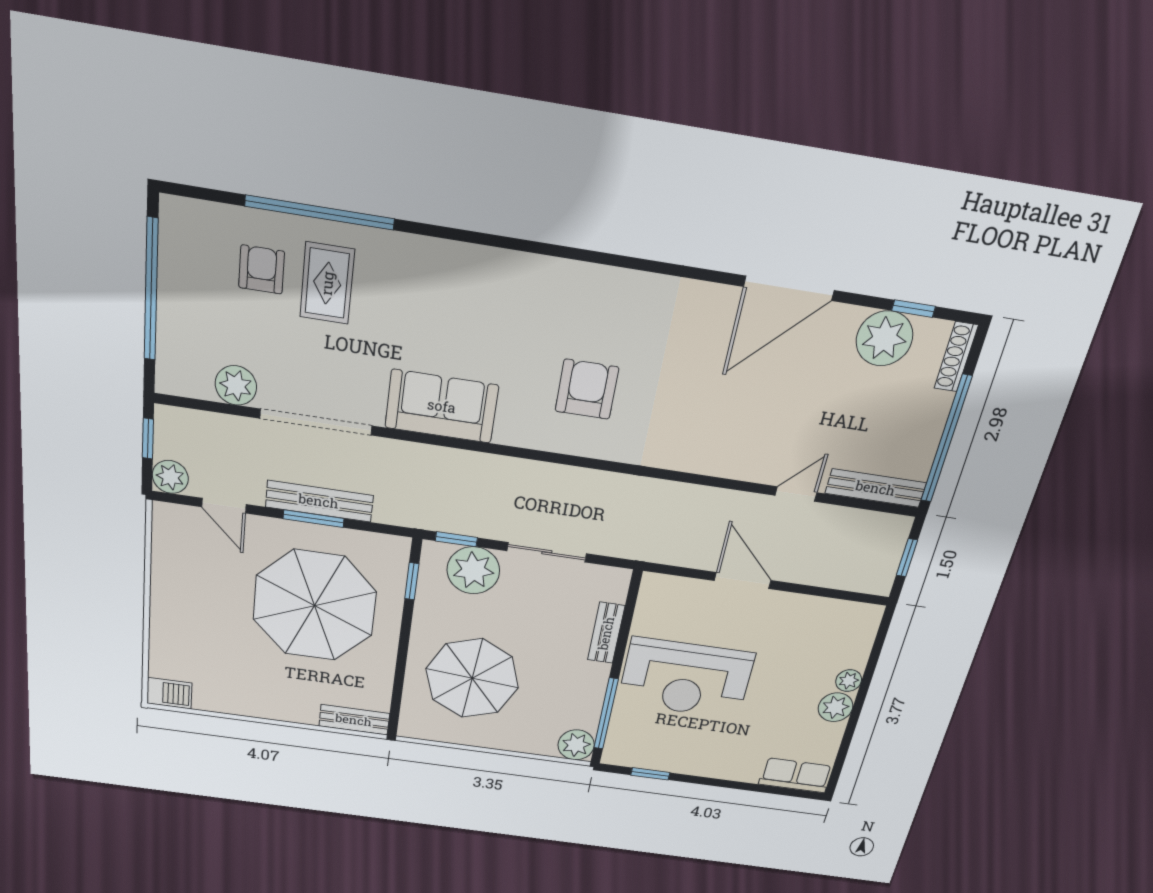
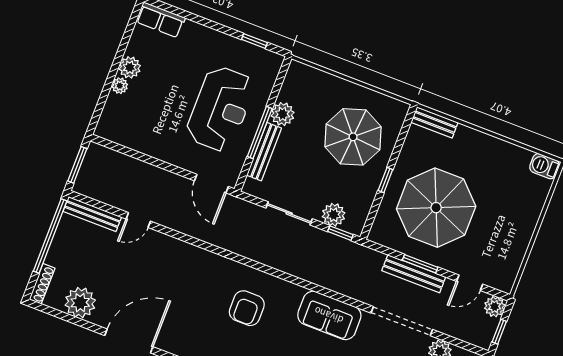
window: (914, 309) -> (63, 316), removed
door: (224, 506) -> (470, 283), swing flipped
window: (907, 558) -> (77, 165), width x1.50
plant: (473, 570) -> (334, 215), width x0.73, depth x0.73
door: (743, 580) -> (211, 184), moved
window: (412, 581) -> (385, 180), moved
bench: (606, 633) -> (264, 152), width x1.36
reception desk: (686, 678) -> (220, 109), turned 90
window: (606, 714) -> (260, 132), moved
plant: (576, 745) -> (283, 114), moved

